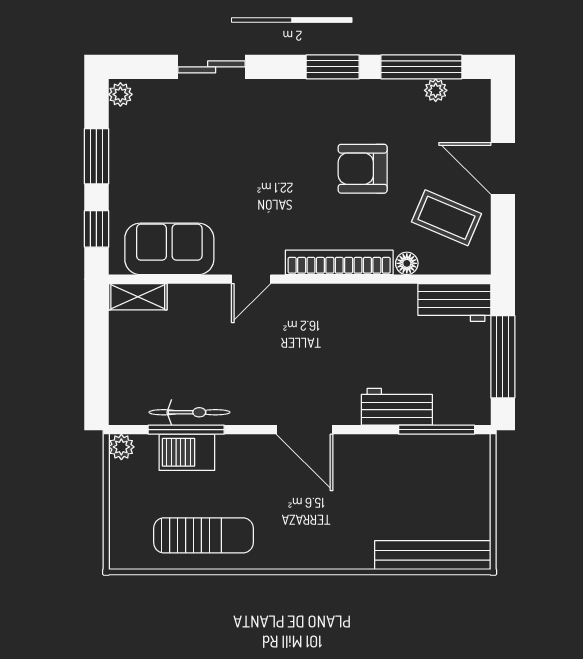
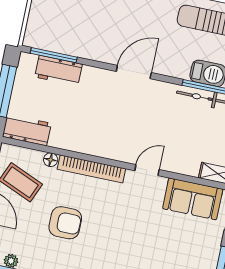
workbench: (397, 407) -> (59, 71), moved
door: (305, 430) -> (134, 72), hinge flipped

